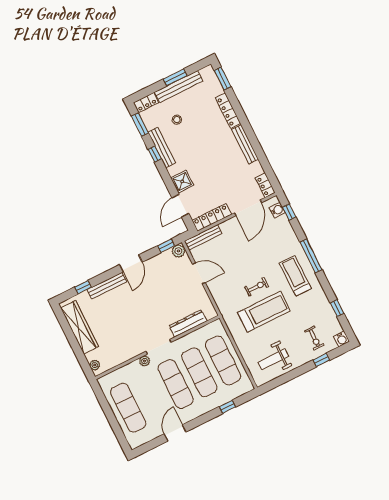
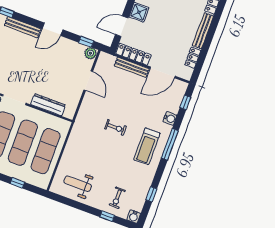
locker: (265, 185) -> (193, 58), moved
water cooler: (277, 210) -> (170, 118), moved
bench: (203, 237) -> (132, 67), moved
treadmill: (295, 276) -> (147, 146), turned 180
treadmill: (264, 312) -> (103, 148), removed

